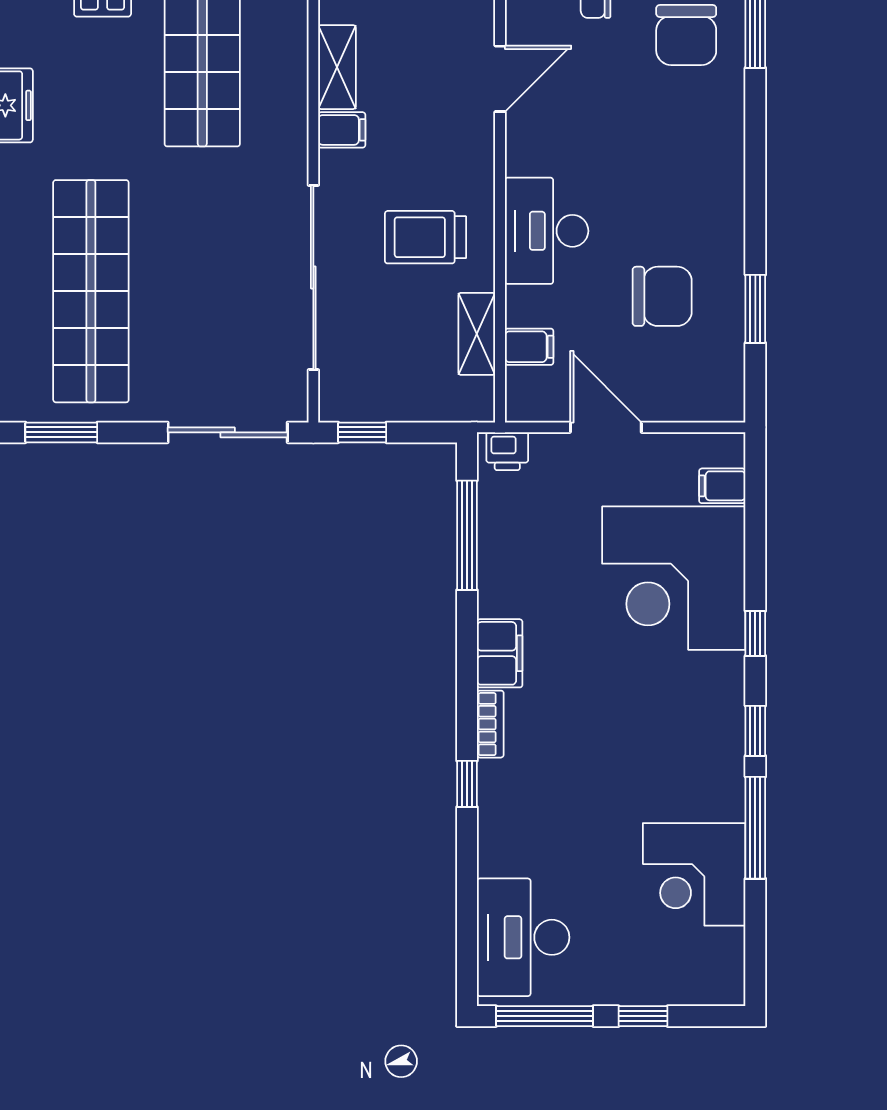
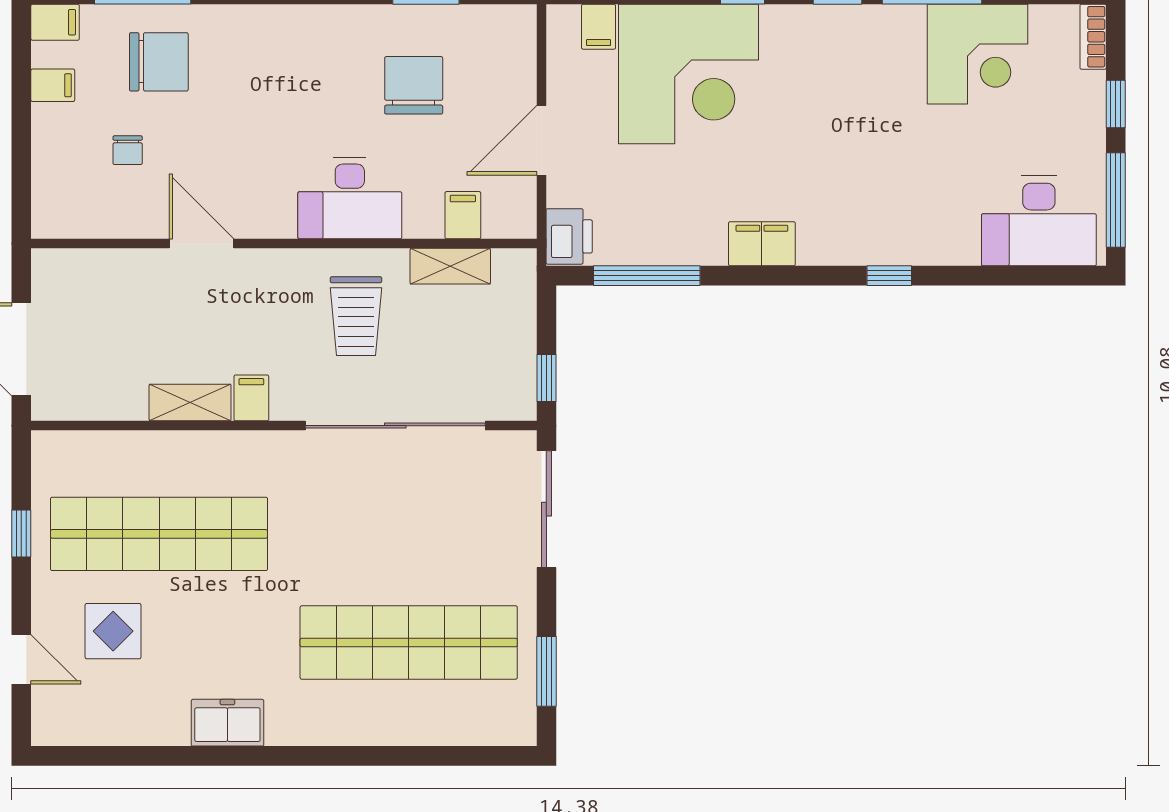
printer: (507, 451) -> (569, 236), width x1.36, depth x1.24
bookcase: (490, 724) -> (1093, 37), moved, turned -90

